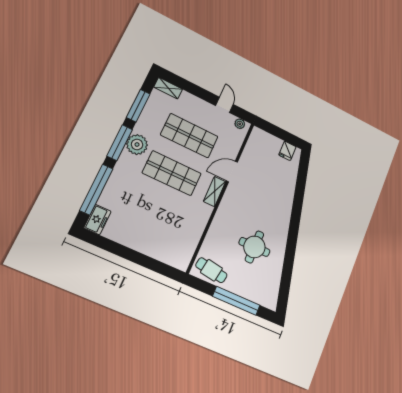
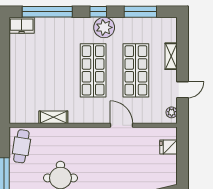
shelving: (168, 88) -> (171, 56), moved
window: (120, 143) -> (98, 12), width x0.46
fridge: (287, 151) -> (169, 147), moved
shelving: (215, 191) -> (53, 117), moved

